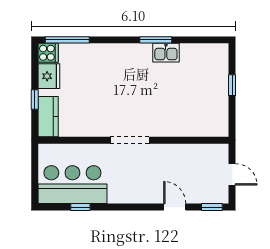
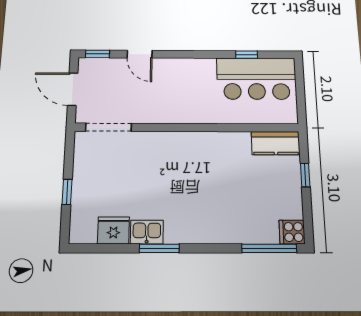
fridge: (49, 76) -> (113, 230), moved, turned 90
kitchen counter: (48, 117) -> (276, 143), moved, turned -90
doorway: (130, 140) -> (108, 127), moved
door: (232, 174) -> (73, 89), width x1.38

